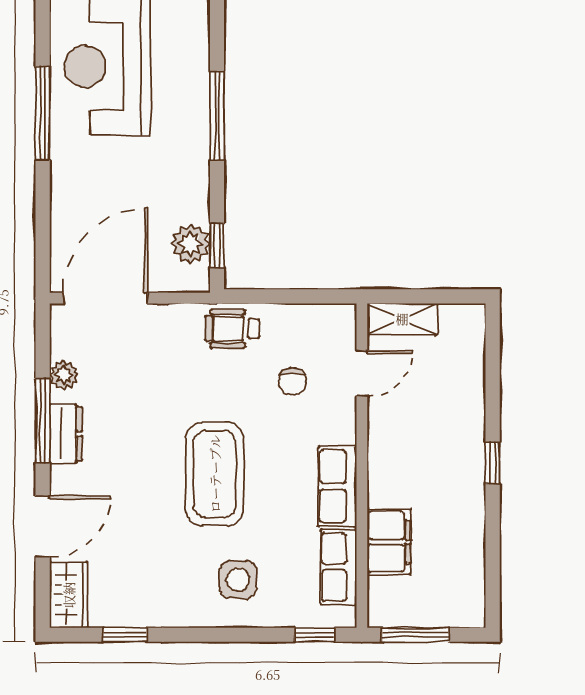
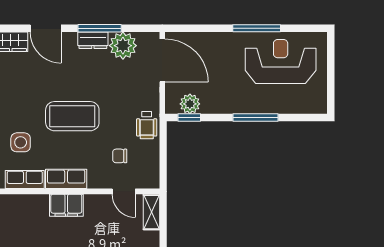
wheelchair: (232, 329) -> (147, 125), turned 180
plant: (64, 375) -> (123, 46), width x1.88, depth x1.88
filing cabinet: (389, 542) -> (66, 205), moved
side table: (238, 580) -> (21, 142), moved

